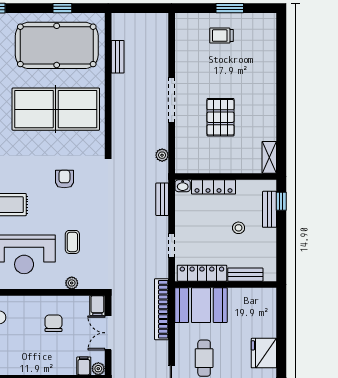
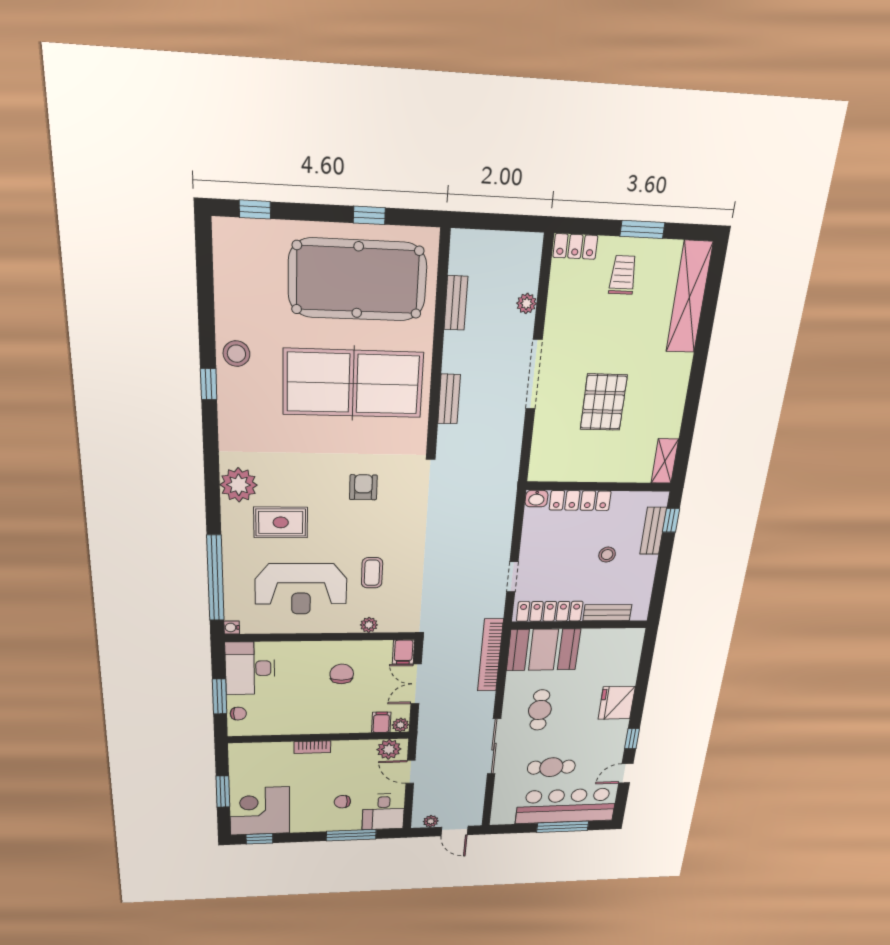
locker: (189, 20) -> (575, 246), added
trolley: (221, 36) -> (623, 275), turned 90
shelving: (267, 48) -> (689, 297), added
plant: (162, 155) -> (527, 303), moved
bench: (162, 199) -> (449, 399), moved

